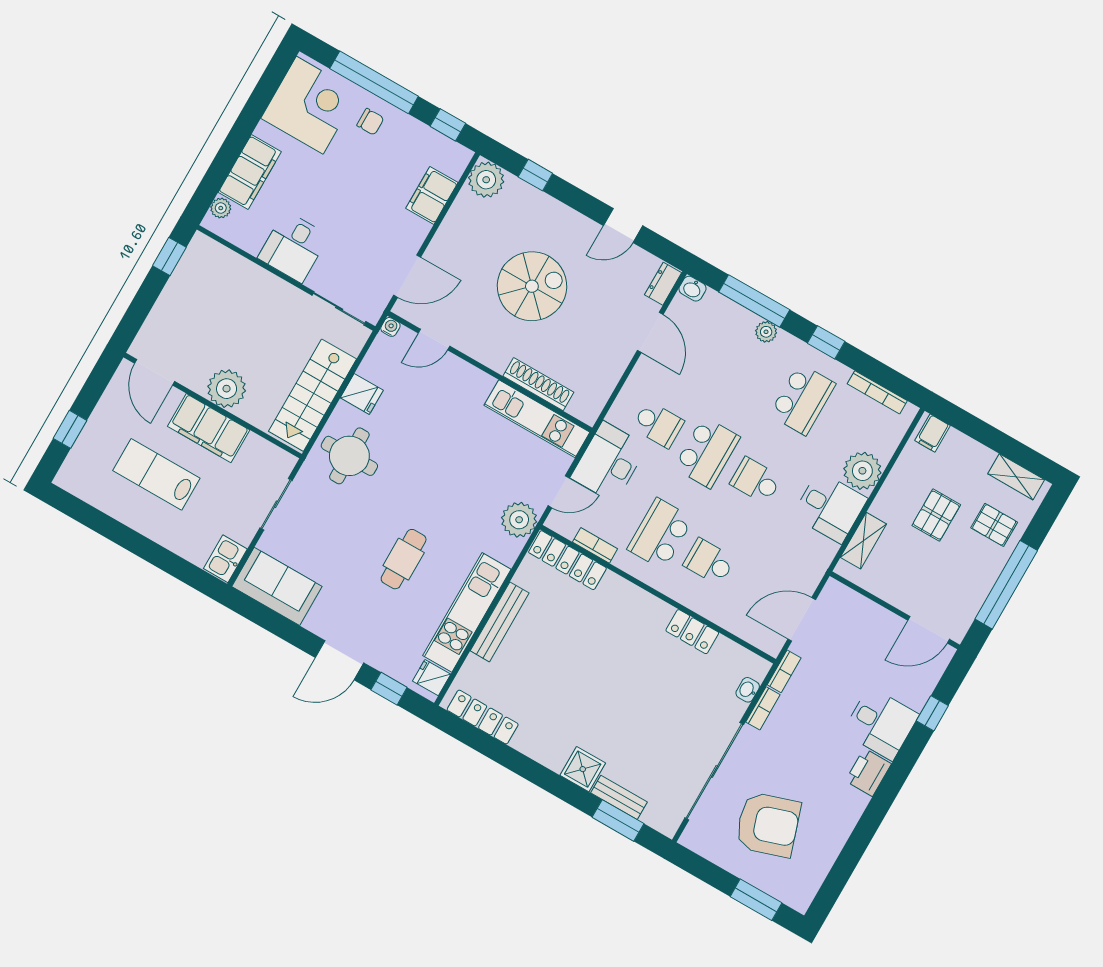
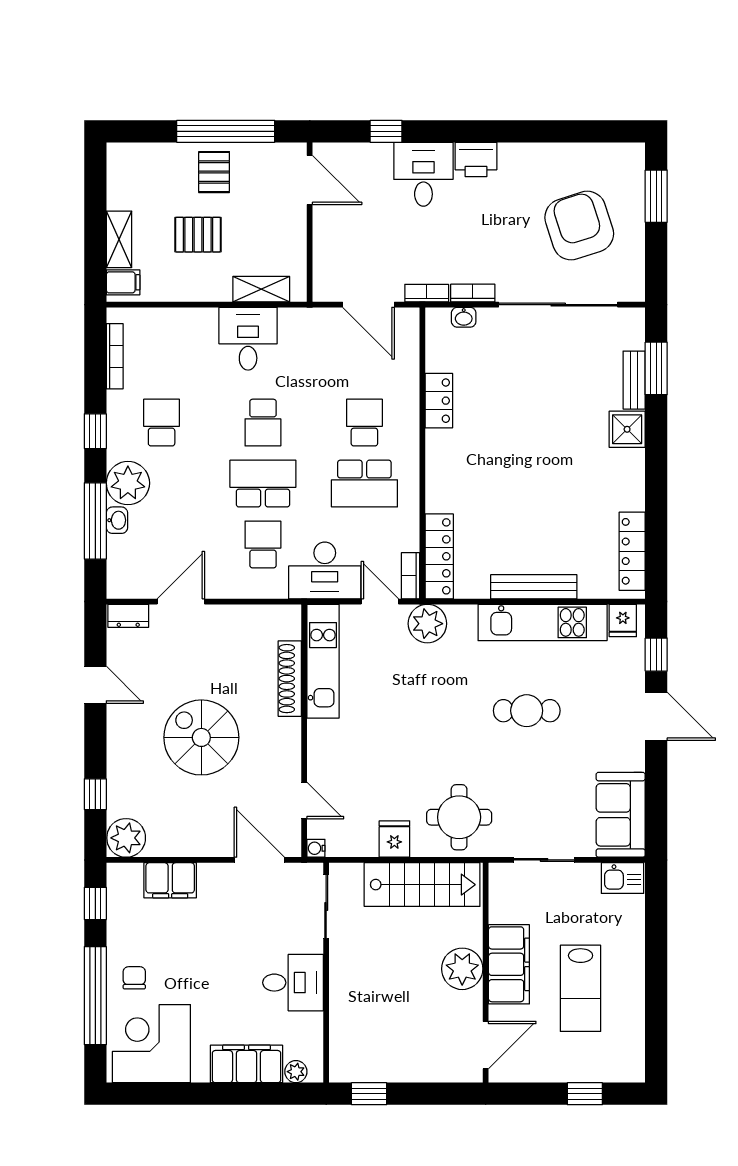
washbasin: (693, 289) -> (117, 520), moved
plant: (766, 332) -> (128, 483), width x1.87, depth x1.87
school desk: (802, 399) -> (162, 423), width x0.54
plant: (862, 471) -> (196, 328), removed
shelving: (1016, 477) -> (119, 239), moved
pallet: (994, 525) -> (214, 172), moved
bookcase: (595, 545) -> (410, 576), moved
school desk: (709, 562) -> (364, 423), turned 180

